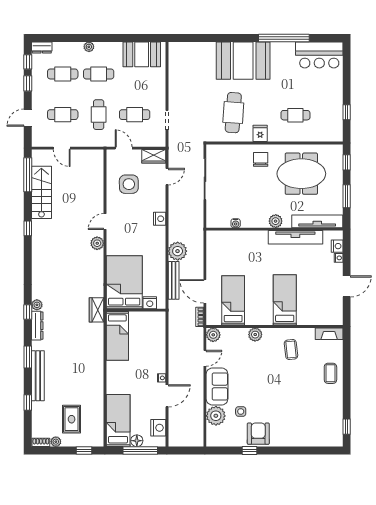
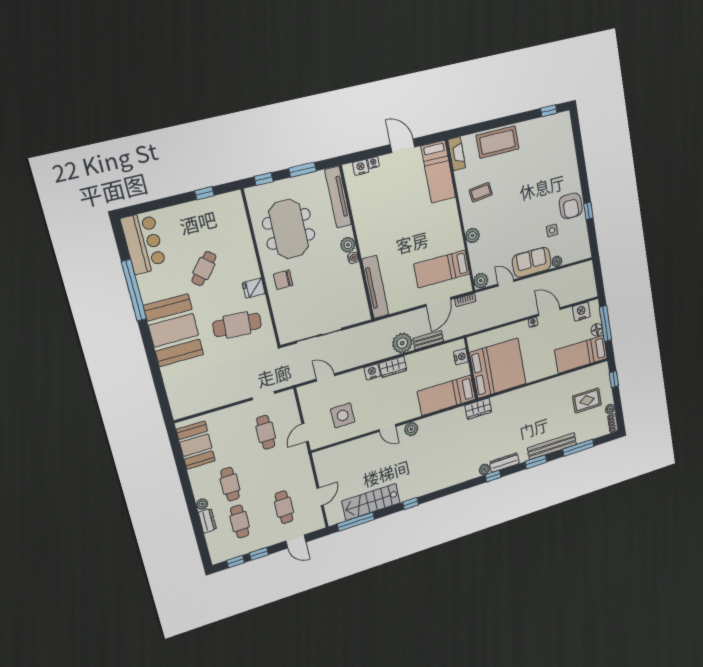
dresser: (42, 47) -> (207, 521), moved
cafe table: (99, 115) -> (275, 470), removed
cafe table: (295, 115) -> (204, 269), moved, turned 40
wardrobe: (154, 156) -> (393, 367), moved, turned 90
water cooler: (236, 223) -> (353, 258), moved
tv unit: (295, 237) -> (375, 287), moved
bench: (174, 280) -> (428, 340), width x0.73
bed: (124, 282) -> (446, 395), width x0.67
bed: (285, 300) -> (438, 172), moved, turned -90
bed: (117, 336) -> (498, 368), width x2.04
coffee table: (330, 373) -> (498, 142), width x1.86, depth x1.72
window: (28, 403) -> (578, 448), width x2.17
plant: (216, 416) -> (557, 261), width x0.53, depth x0.53
armchair: (258, 434) -> (571, 206), turned -90

